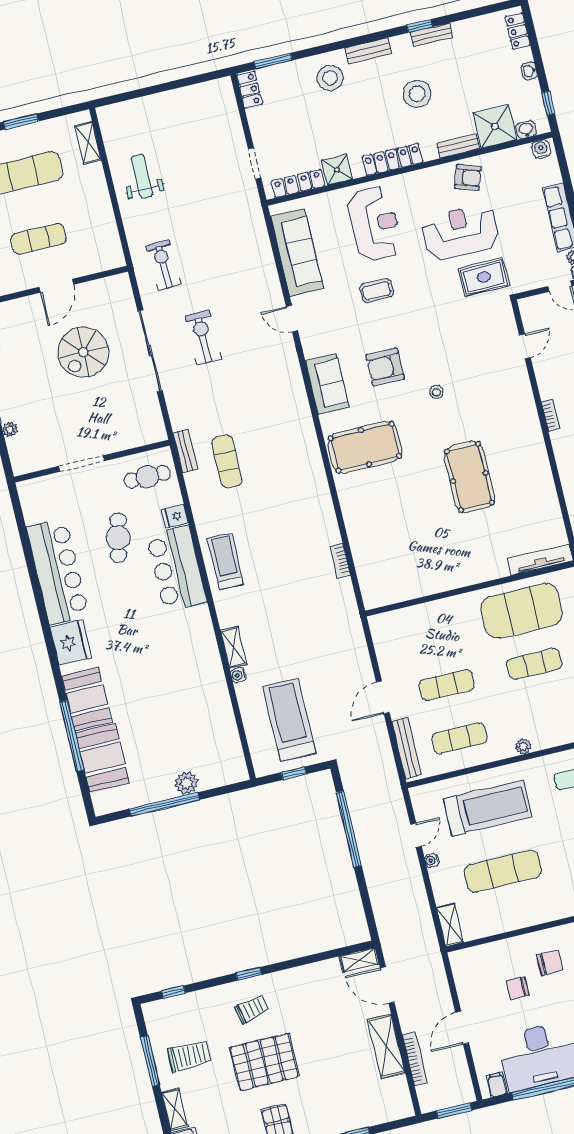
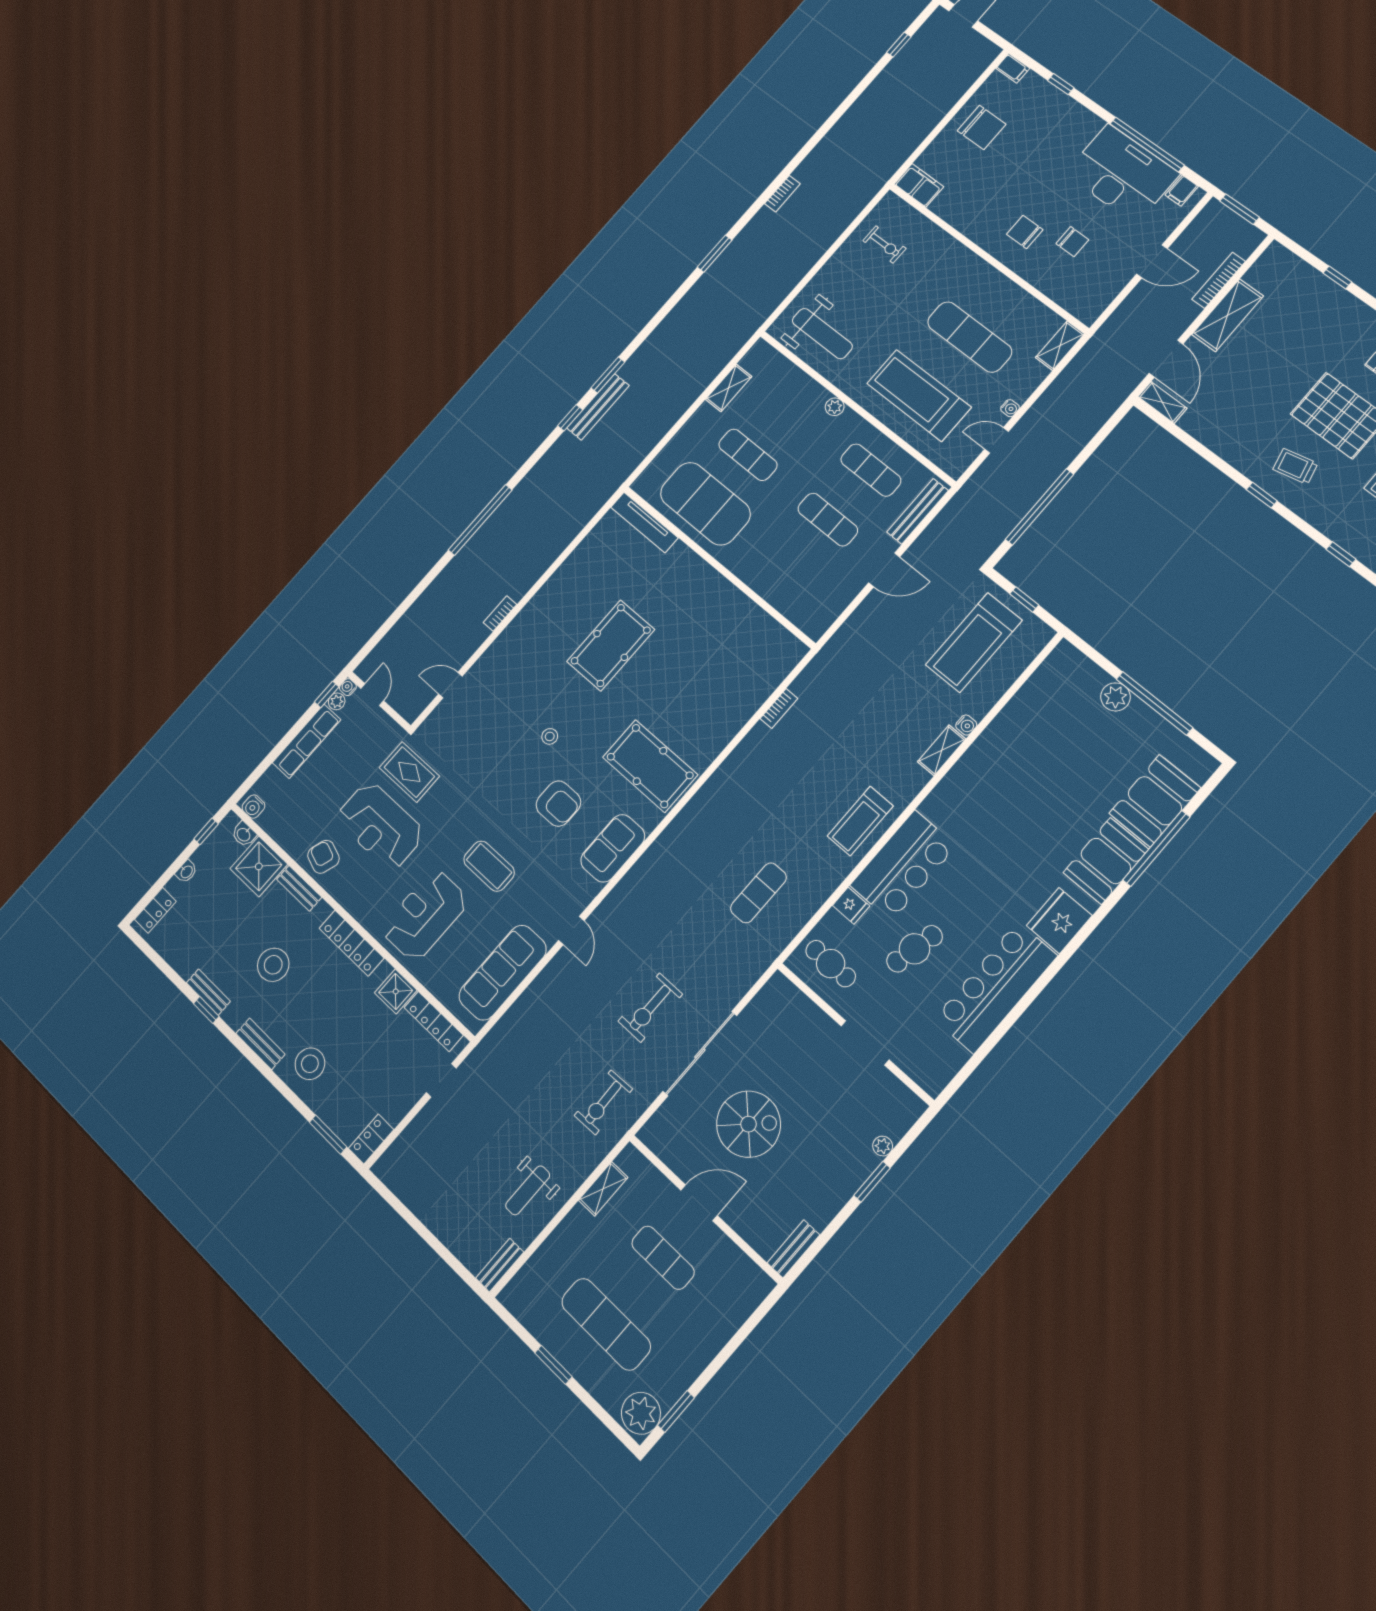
shelving: (88, 143) -> (603, 1189), moved
coffee table: (377, 291) -> (489, 866), width x1.36, depth x1.30
bench: (185, 451) -> (500, 1265), moved

